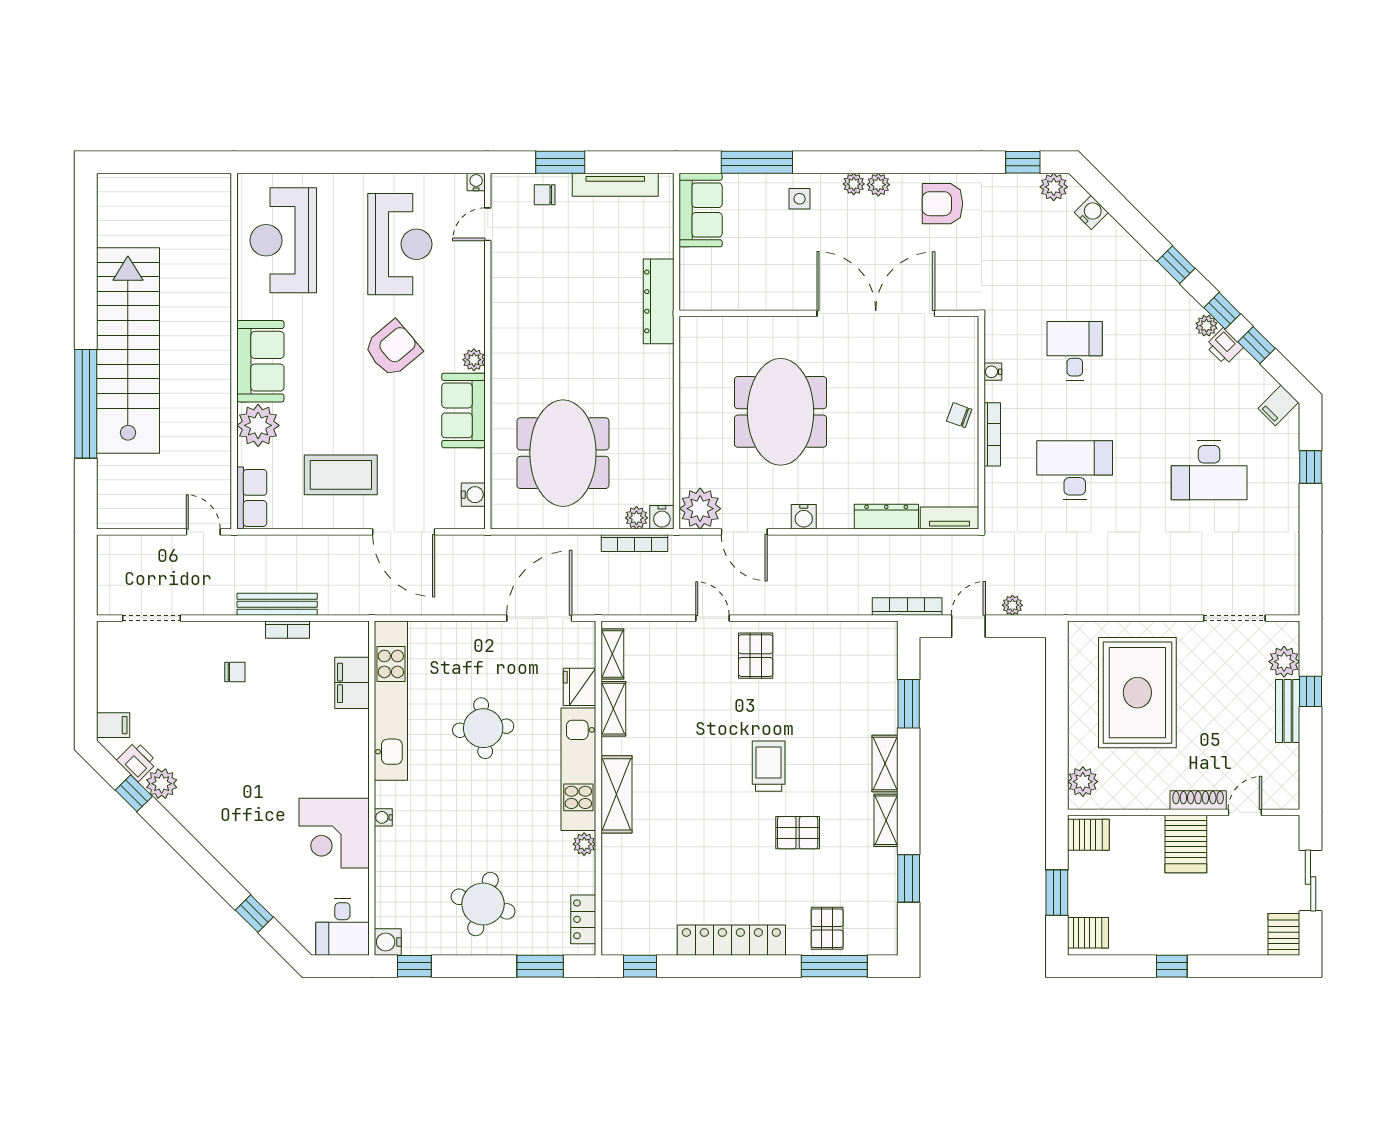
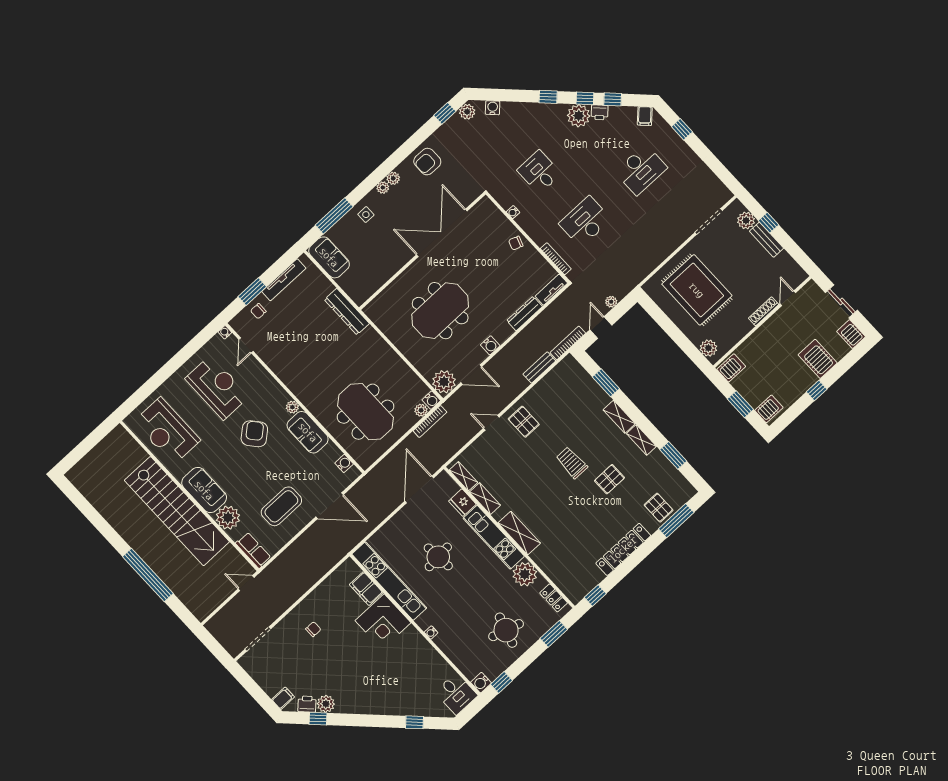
plant: (1206, 326) -> (579, 116), width x1.88, depth x1.88
stairs: (128, 350) -> (177, 511), moved, turned 180
meeting table: (781, 412) -> (440, 311), turned 90
bookcase: (992, 434) -> (556, 259), moved
bench: (277, 604) -> (539, 367), moved, width x0.73
bookcase: (288, 630) -> (319, 591), removed
corner desk: (334, 833) -> (383, 622), moved
plant: (584, 844) -> (525, 574), width x1.88, depth x1.88
server rack: (1186, 844) -> (818, 359), moved, turned 180

